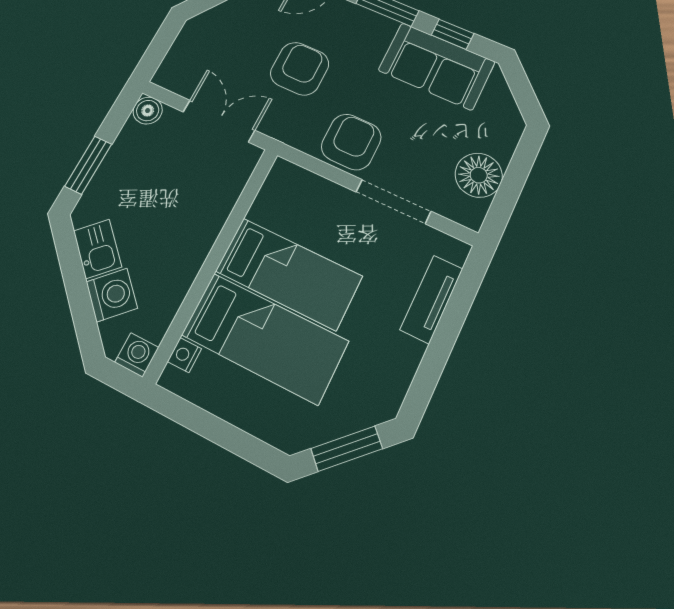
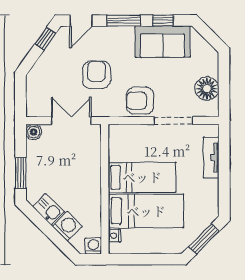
armchair: (351, 142) -> (140, 101), turned -90

